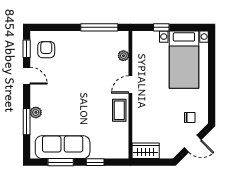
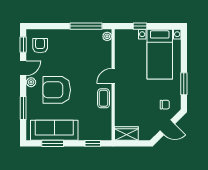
plant: (123, 56) -> (107, 36), moved
door: (27, 76) -> (23, 68), hinge flipped
window: (212, 94) -> (184, 84), added
armchair: (65, 101) -> (57, 90), added
plant: (36, 112) -> (31, 82), moved
window: (95, 162) -> (93, 143), moved

